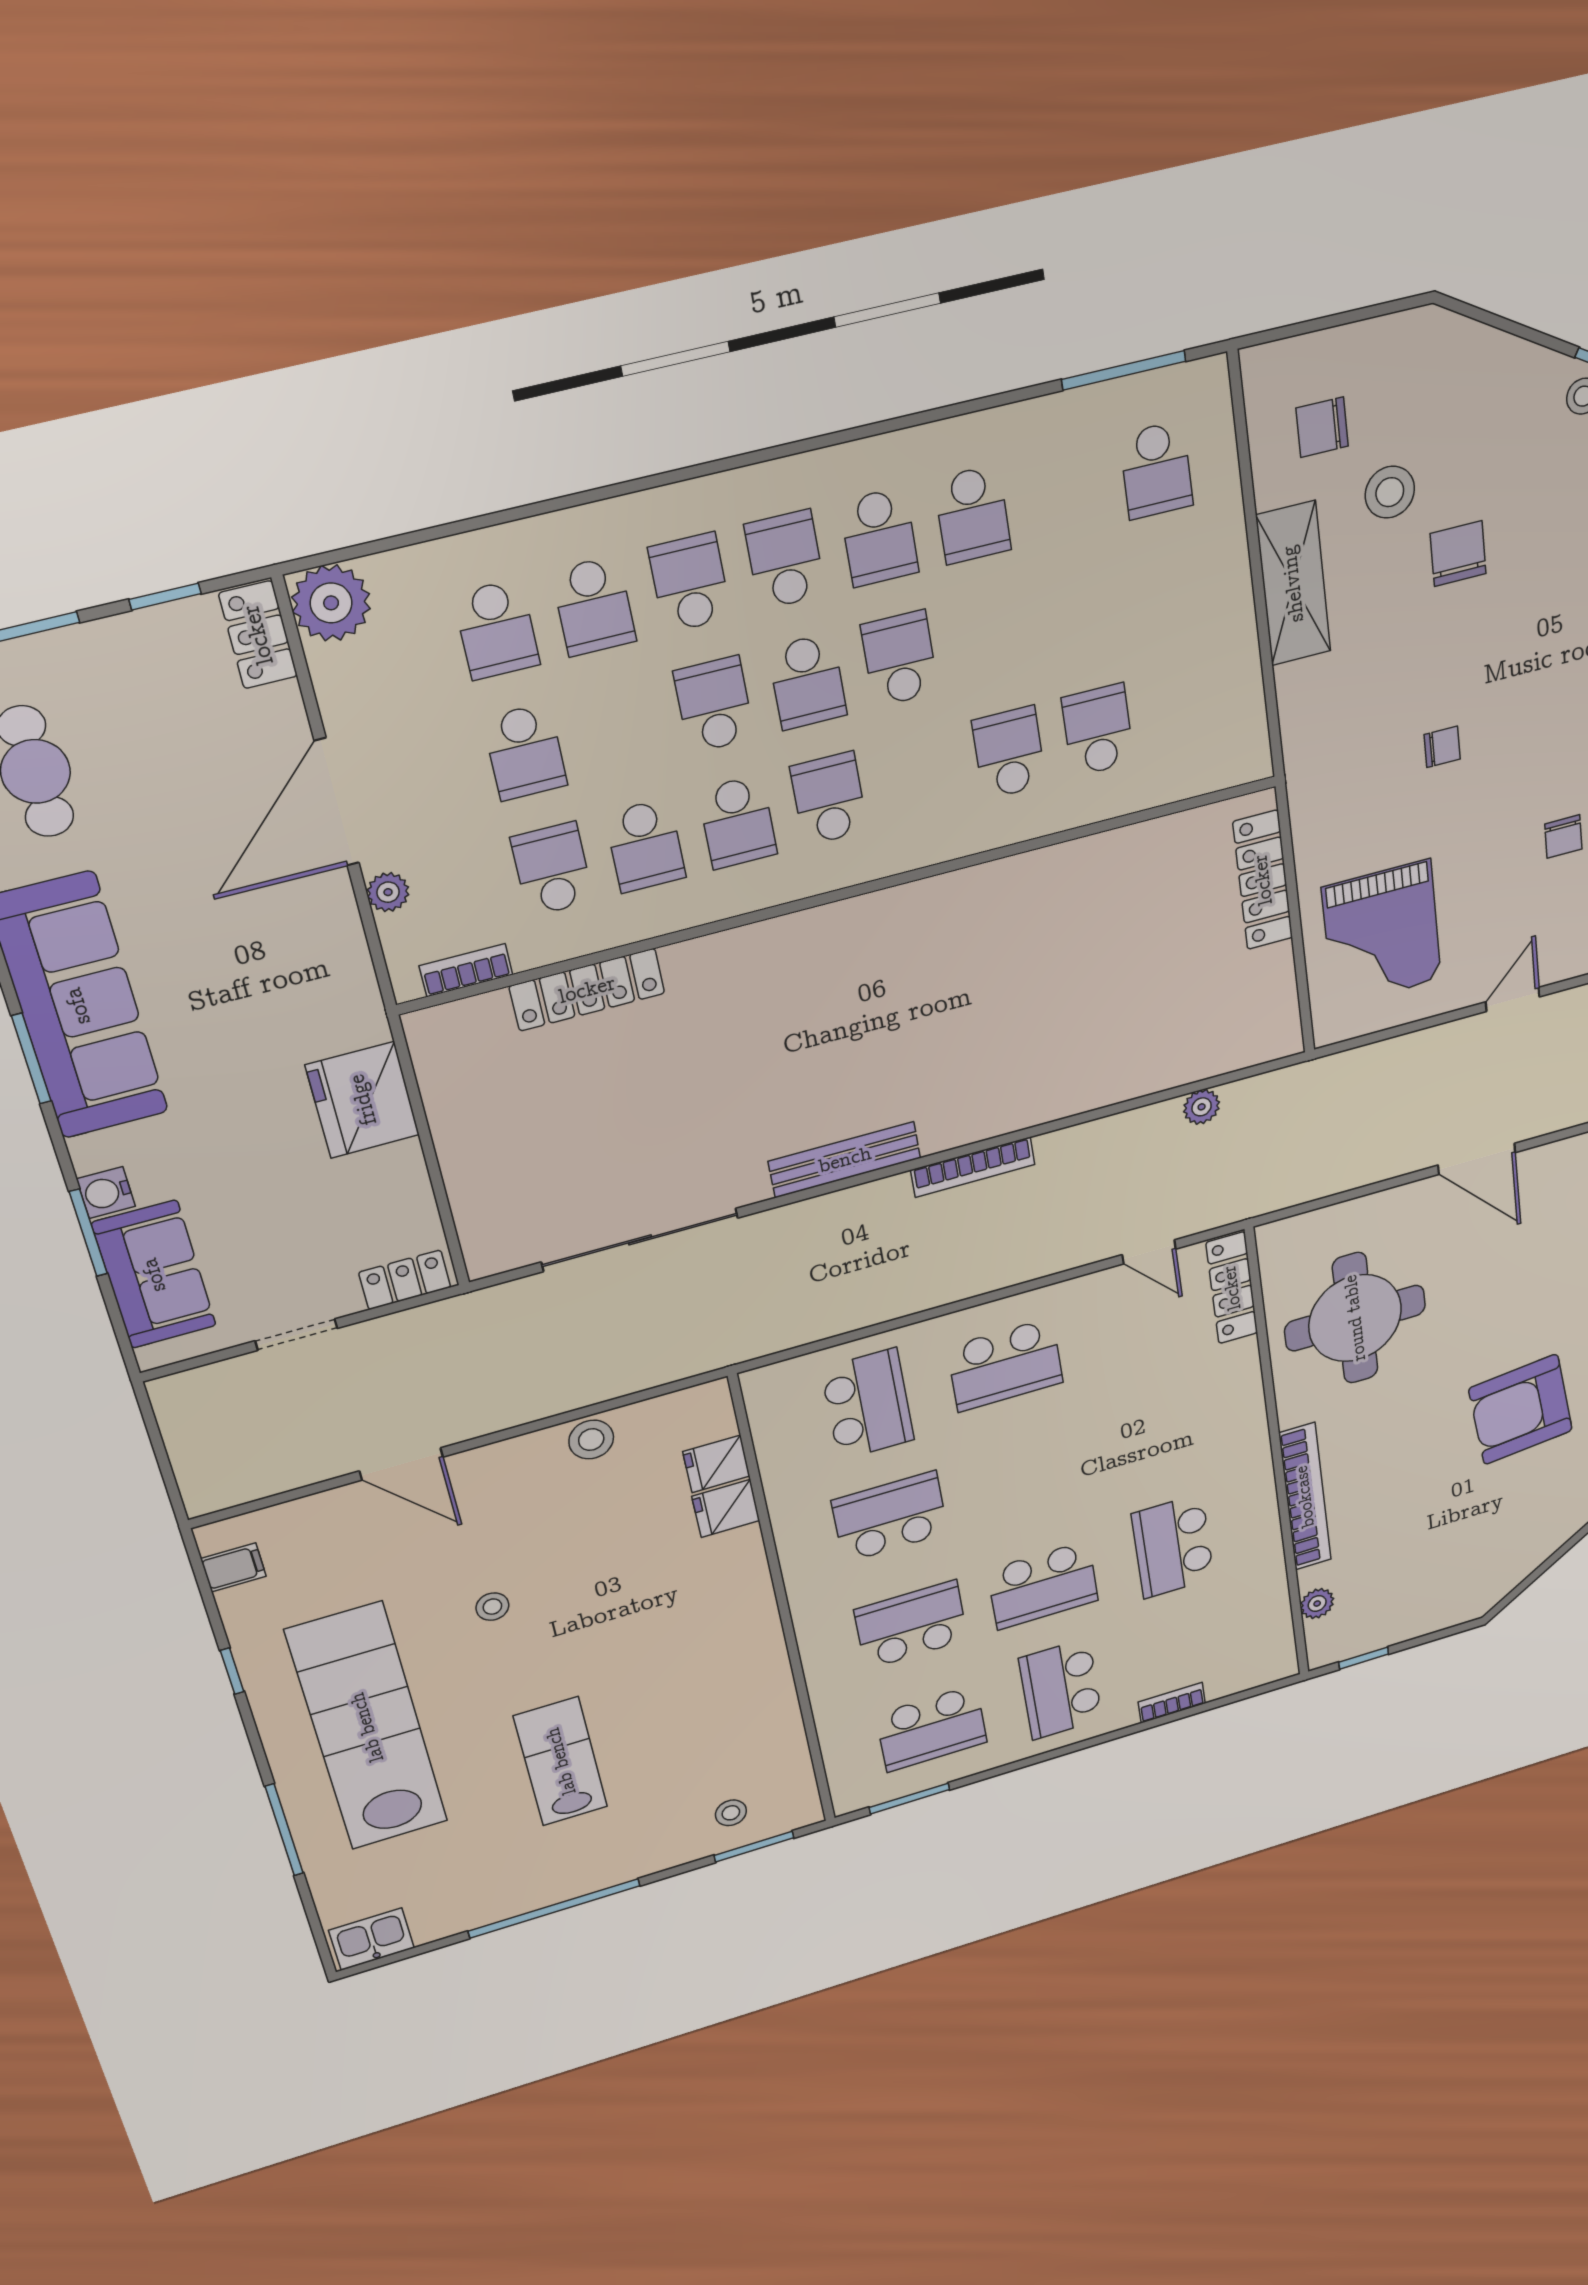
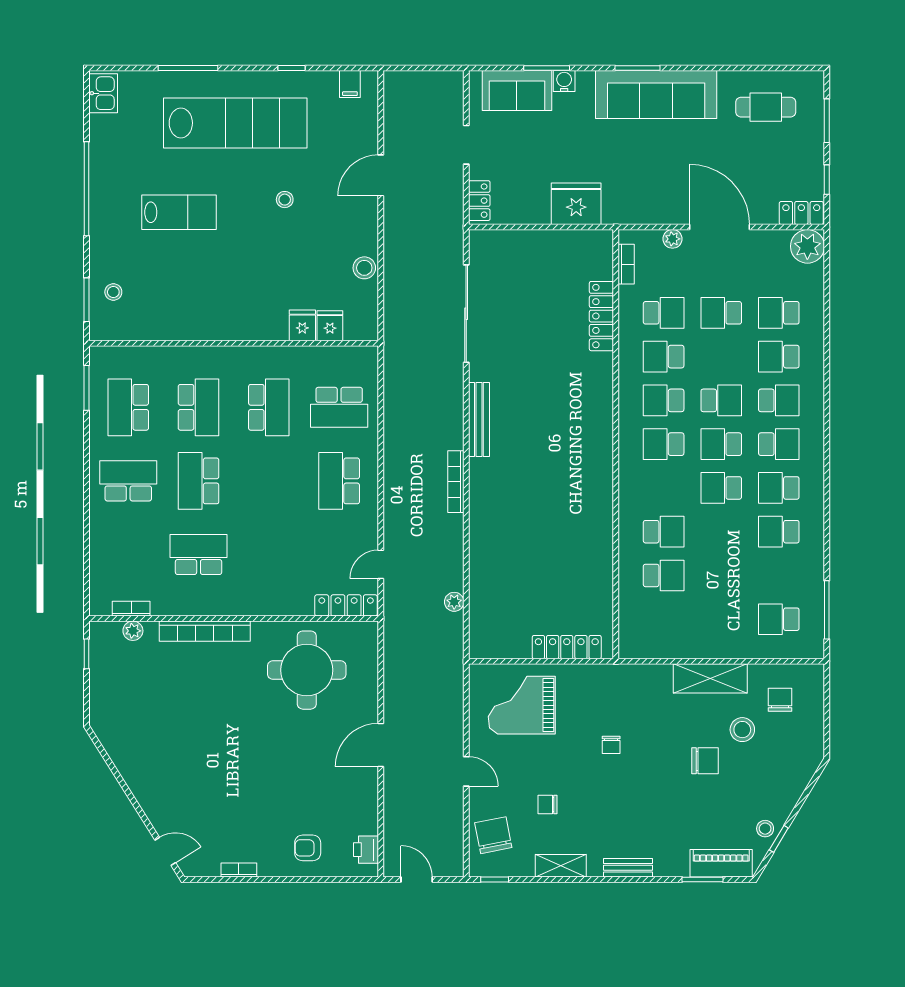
school desk: (900, 659) -> (721, 488), turned 180
school desk: (829, 799) -> (664, 444), turned 180
armchair: (1521, 1410) -> (219, 758), removed
bookcase: (1172, 1703) -> (131, 609), moved, turned -90

